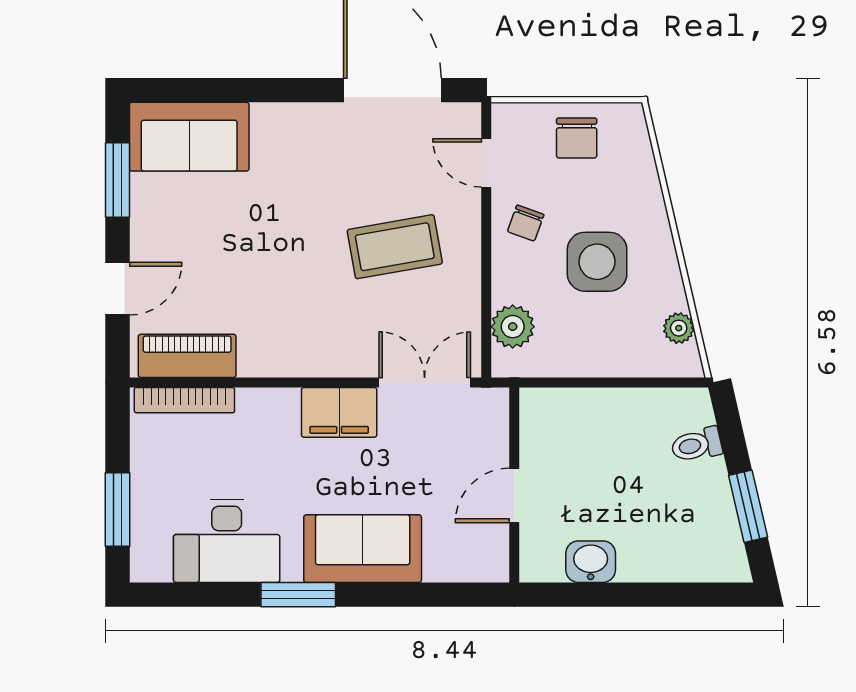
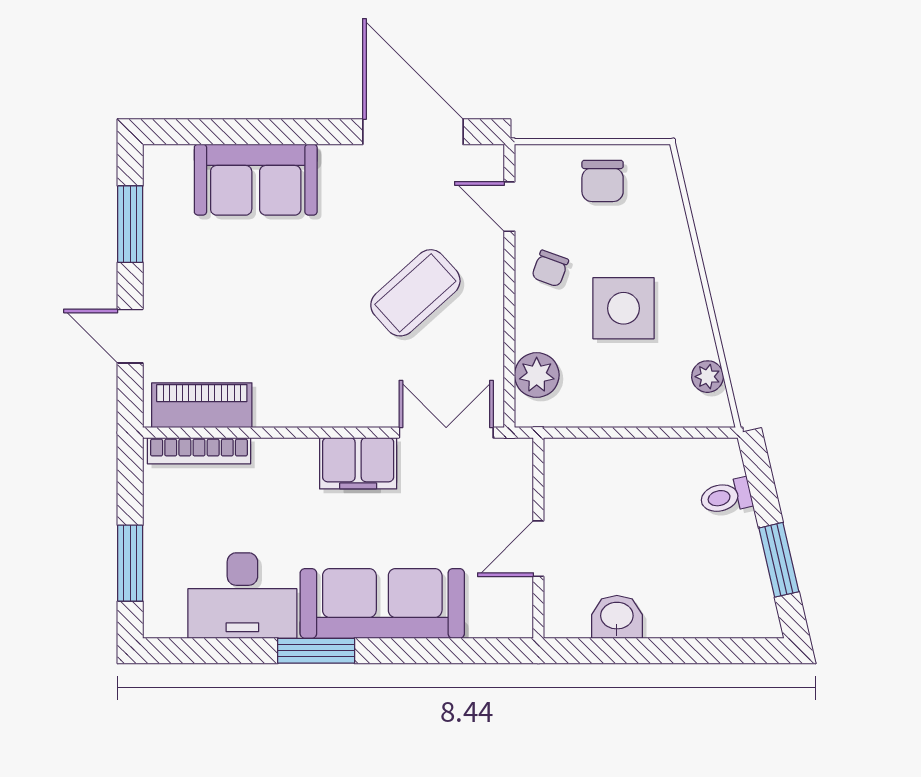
sofa: (189, 137) -> (256, 180), moved
coffee table: (395, 247) -> (415, 293), turned -32
door: (117, 289) -> (130, 336), swing flipped
sofa: (363, 549) -> (382, 603), width x1.36

